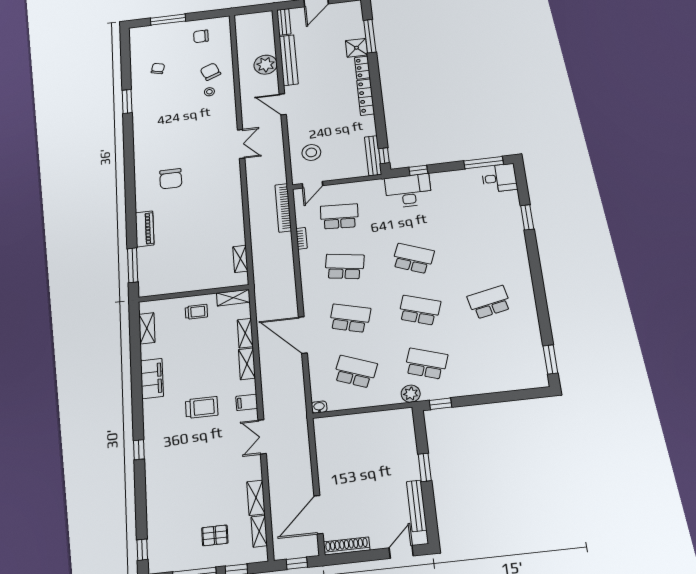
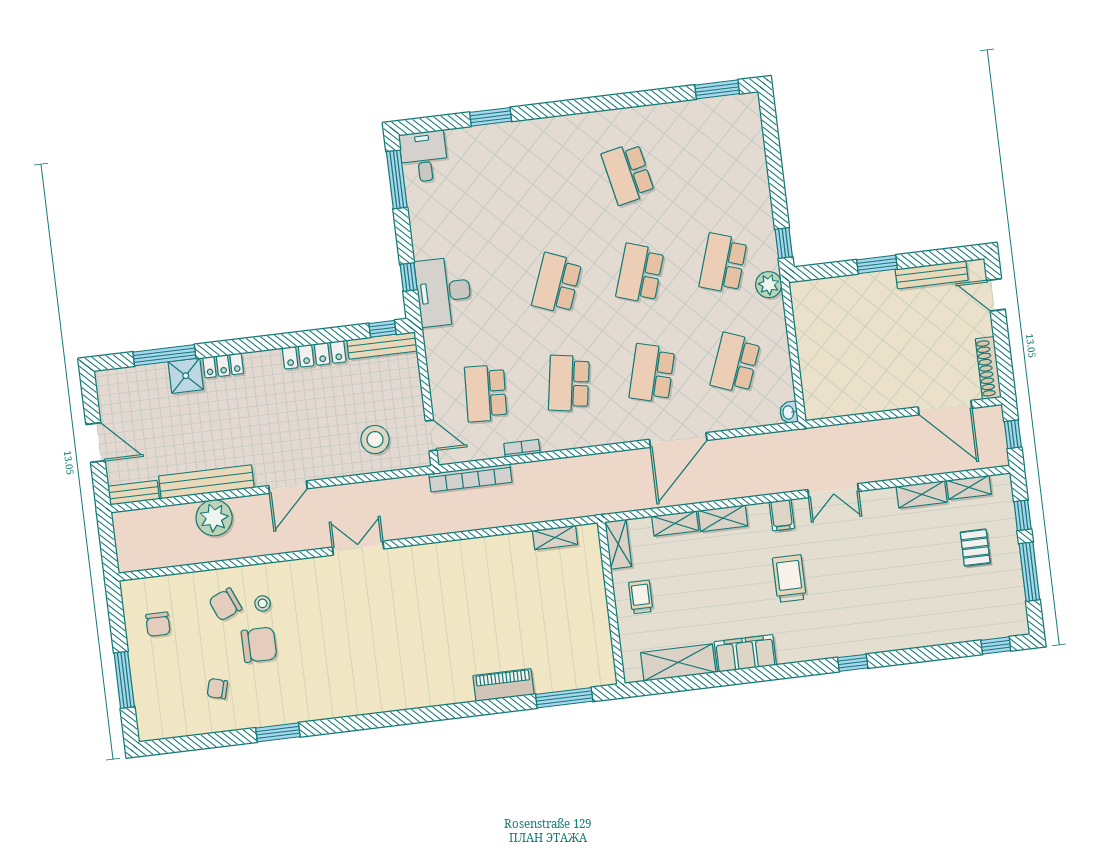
locker: (366, 97) -> (314, 355), moved
chair: (171, 179) -> (259, 645), moved
shelving: (147, 328) -> (678, 662), width x1.50, depth x1.33

